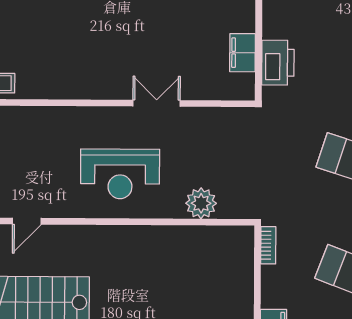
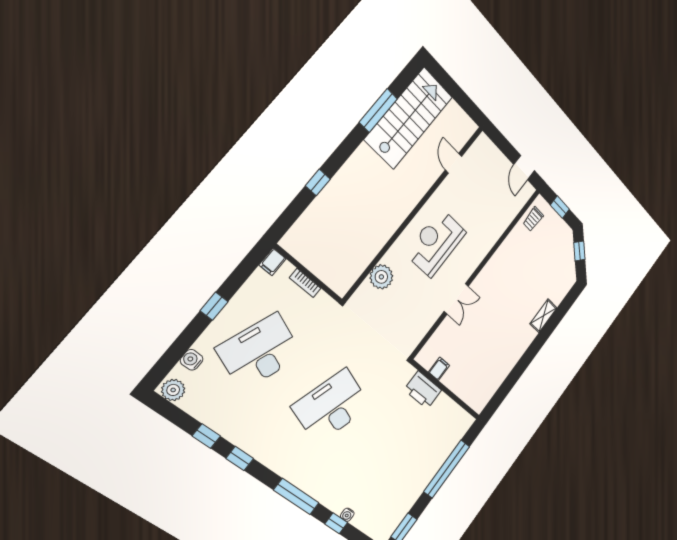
filing cabinet: (243, 53) -> (439, 369), width x0.50
bookcase: (268, 245) -> (305, 283), moved

